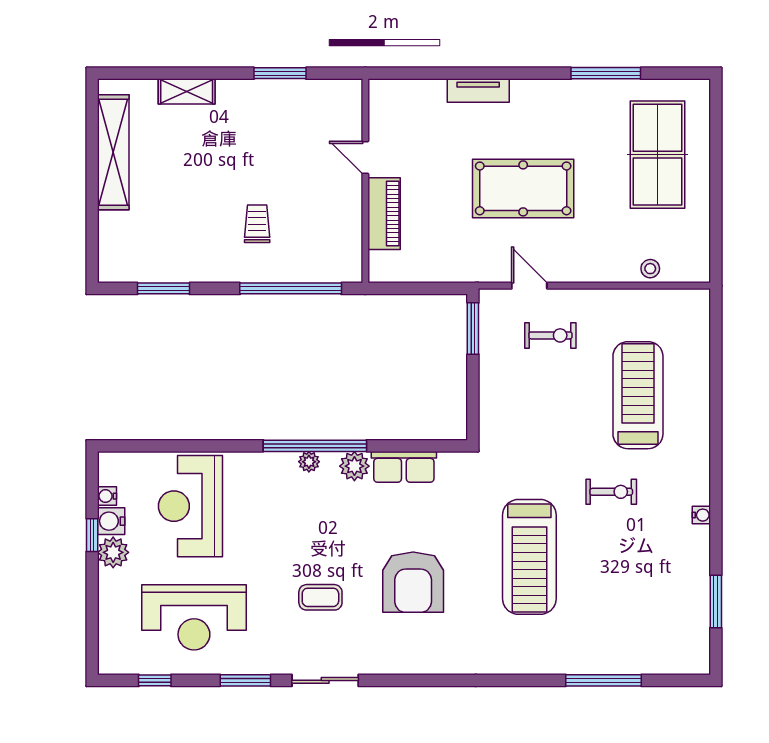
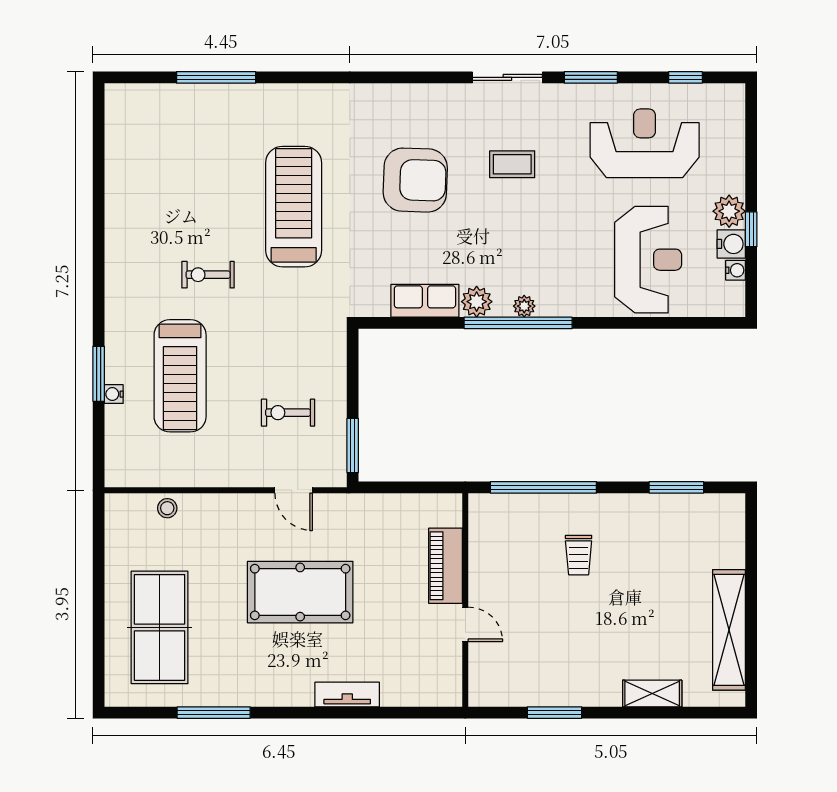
exercise bike: (550, 335) -> (288, 413), moved
water cooler: (701, 515) -> (114, 394), moved
armchair: (413, 582) -> (415, 180), turned 92
window: (716, 602) -> (99, 374), moved

